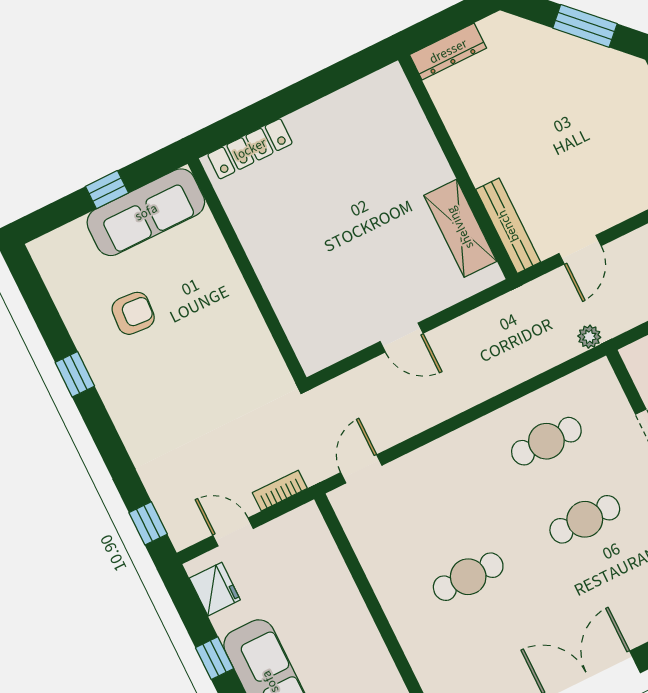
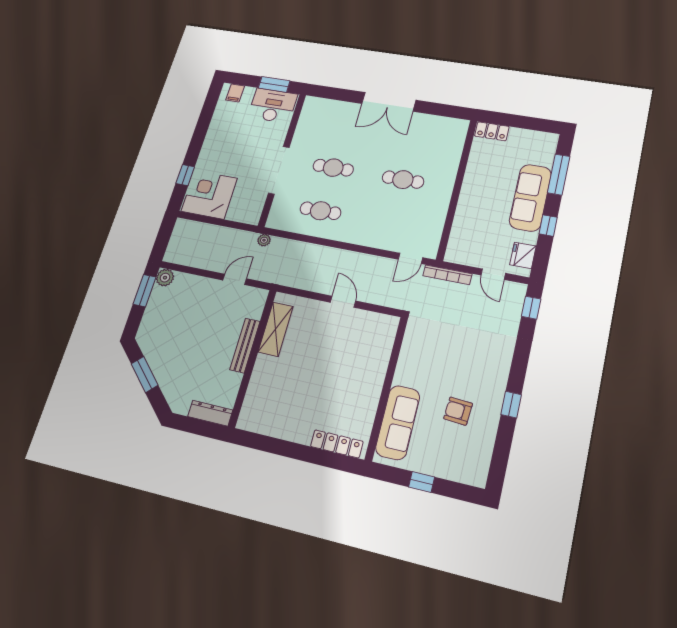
sofa: (146, 212) -> (398, 422), moved, turned 90
bench: (508, 226) -> (245, 345), moved
bookcase: (280, 491) -> (447, 275), width x1.56

